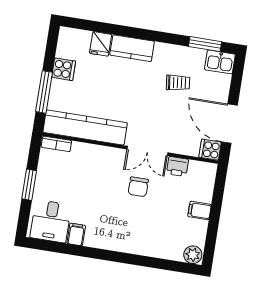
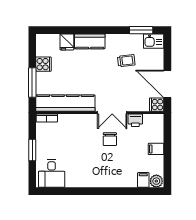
filing cabinet: (76, 234) -> (143, 180), moved

